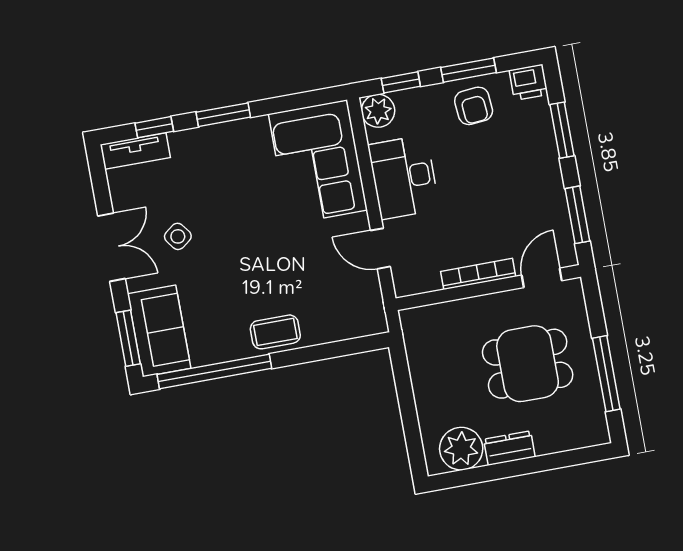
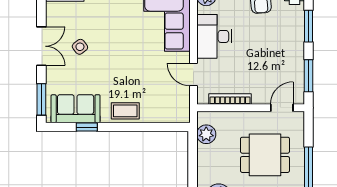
bookcase: (478, 274) -> (230, 99), moved
sofa: (159, 331) -> (76, 109), moved, turned -90
plant: (421, 347) -> (206, 134), added
window: (214, 371) -> (87, 127), width x0.32

